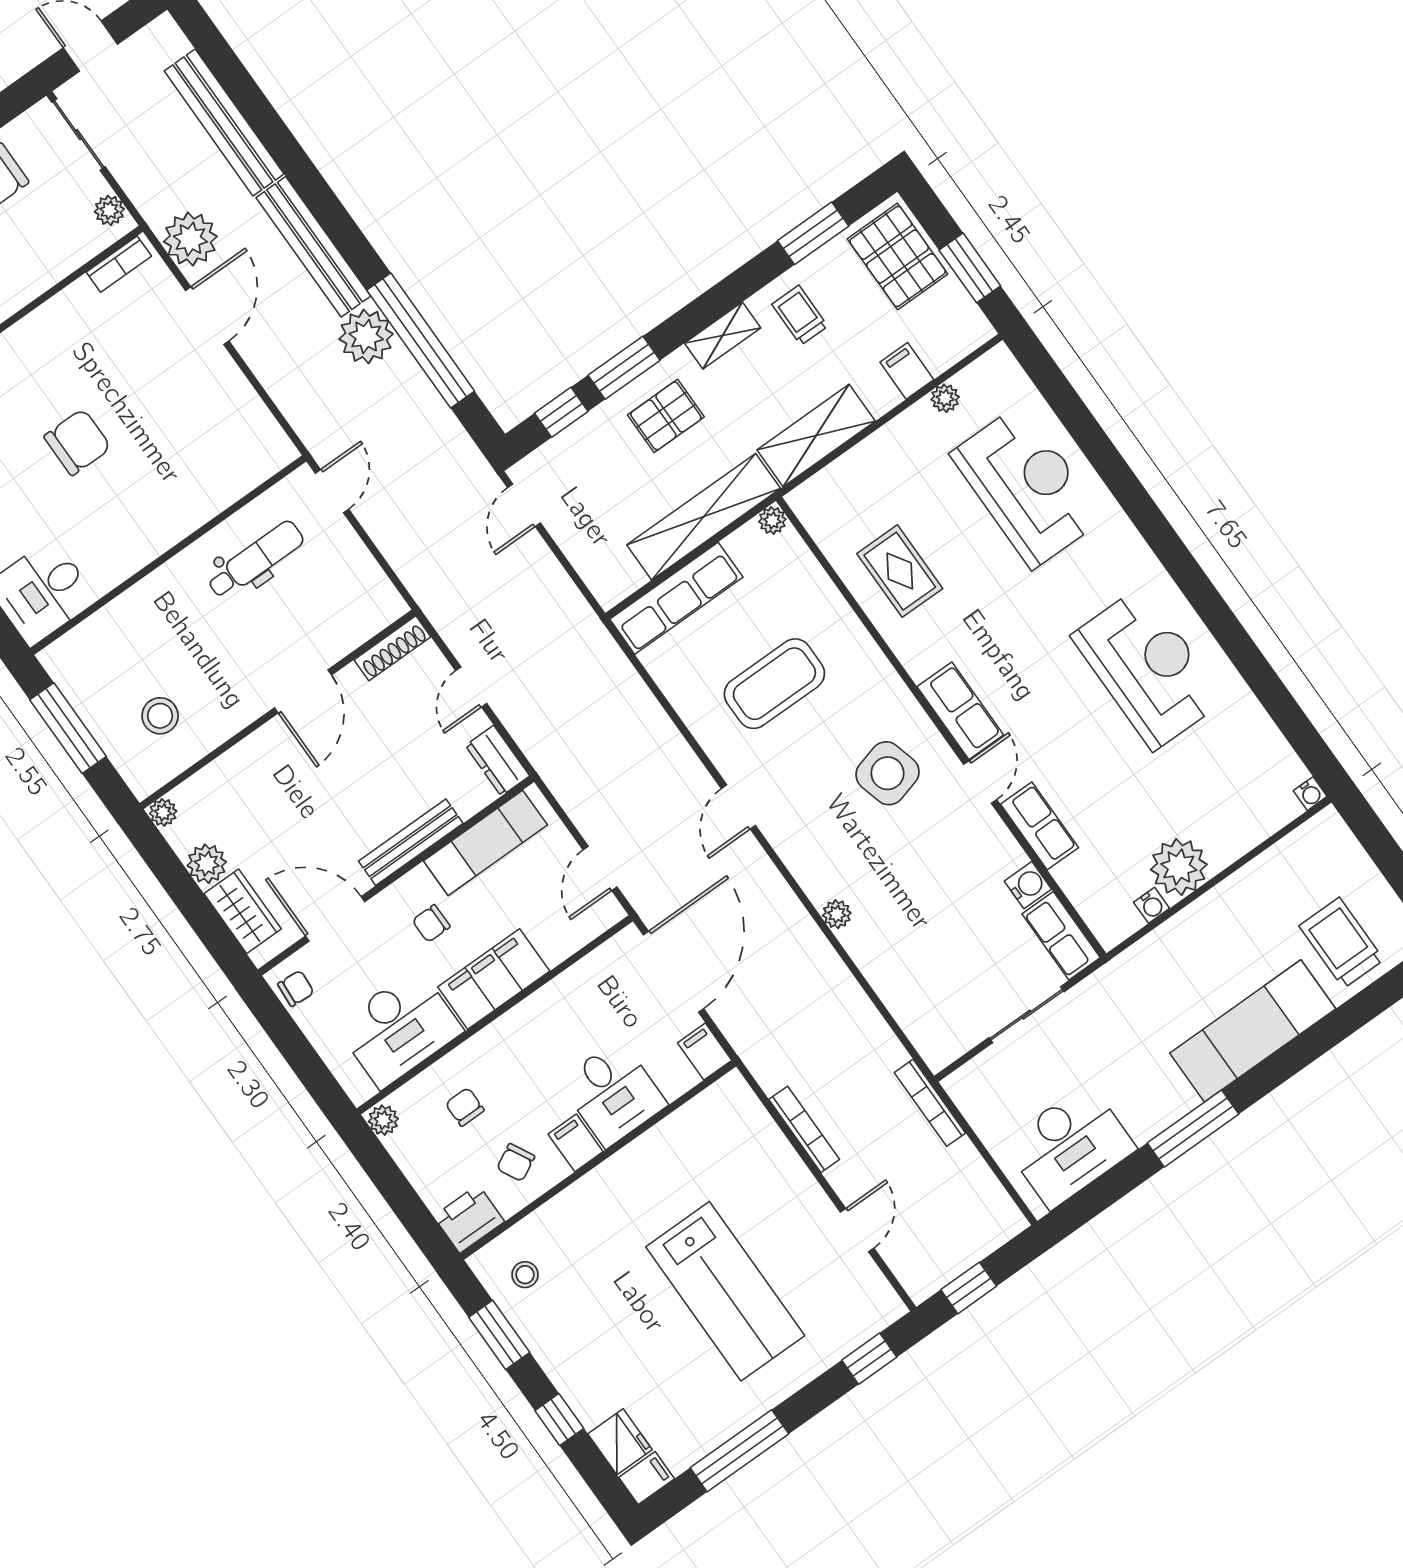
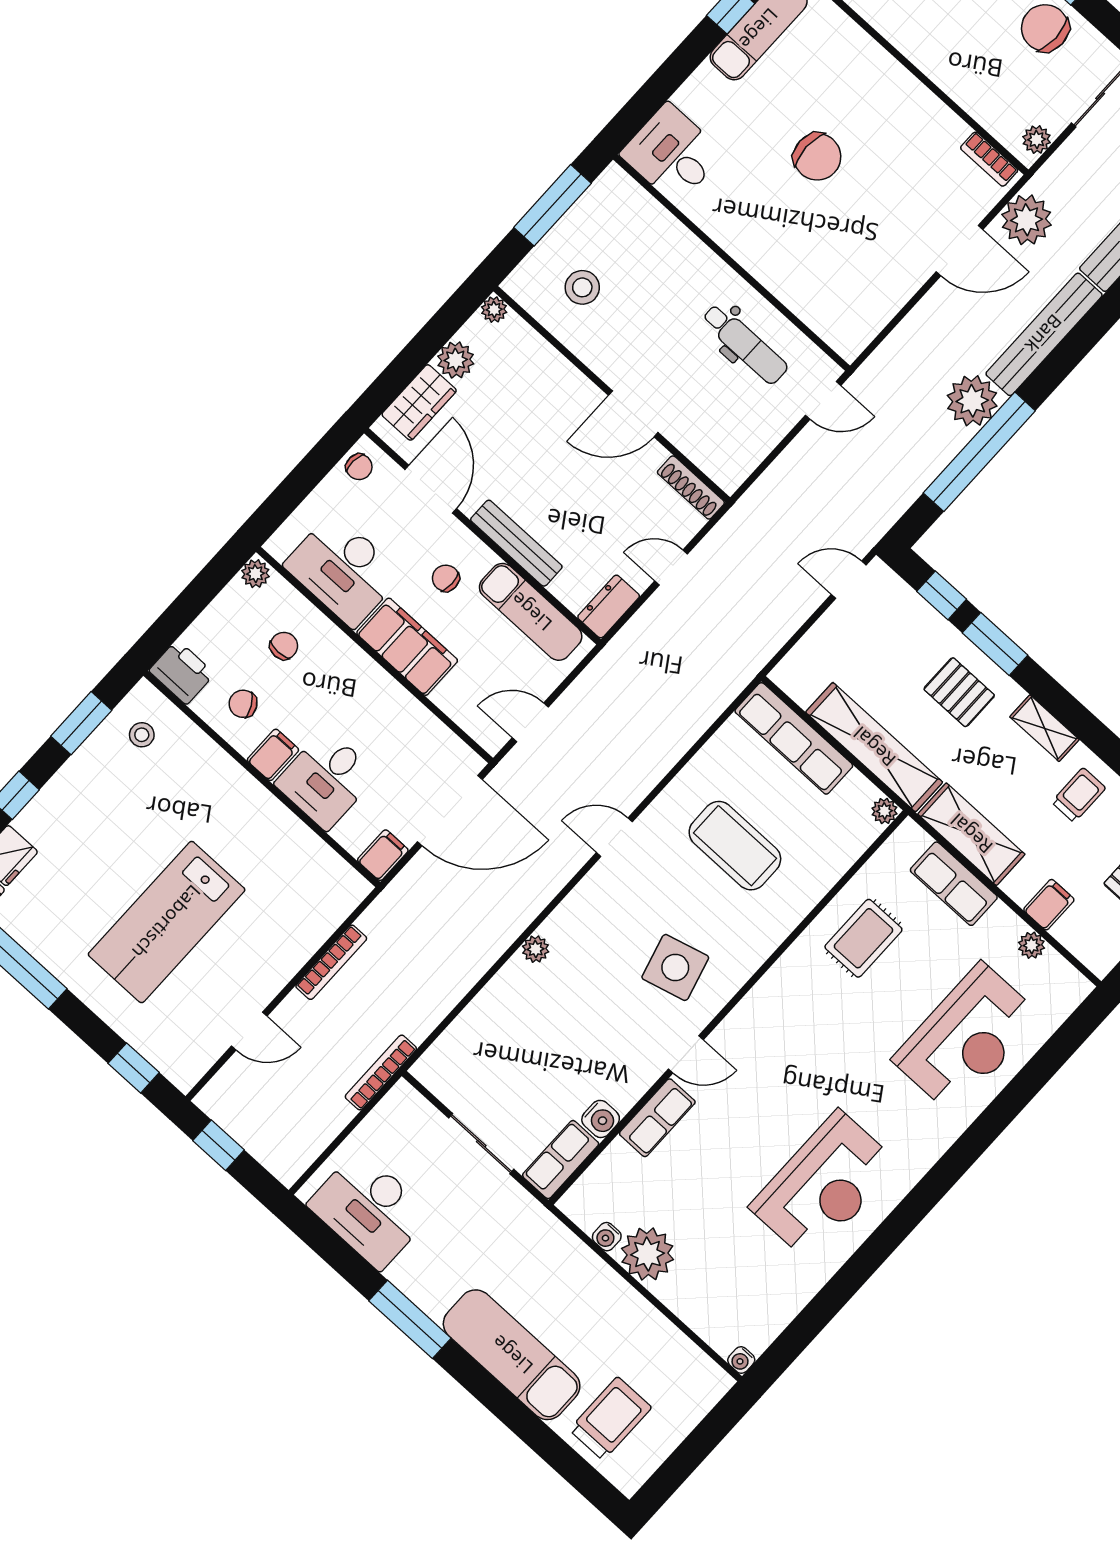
row of seats: (960, 711) -> (954, 884), moved, turned 90

